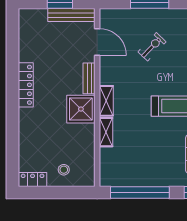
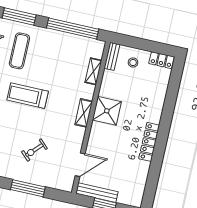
door: (97, 42) -> (80, 165), swing flipped
bench: (89, 78) -> (112, 56), moved
shelving: (106, 132) -> (93, 71), moved

